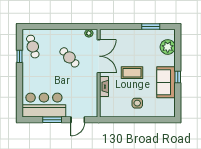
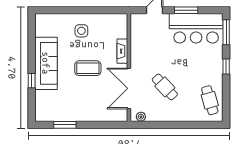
plant: (168, 47) -> (44, 100), removed
window: (20, 56) -> (226, 66), moved
window: (178, 77) -> (32, 81), moved
sofa: (166, 82) -> (46, 63), width x1.36
window: (20, 102) -> (226, 32), added

